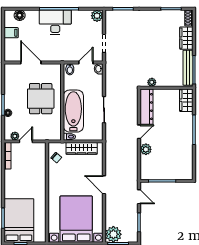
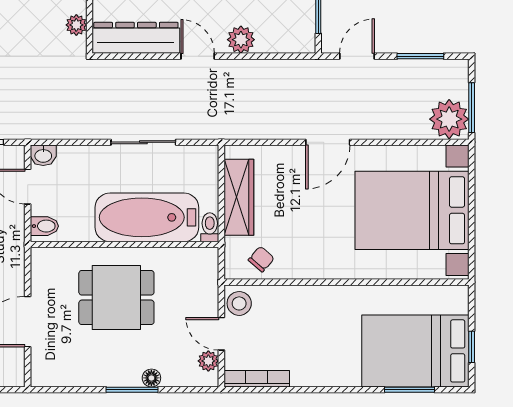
stool: (38, 149) -> (239, 303), added

